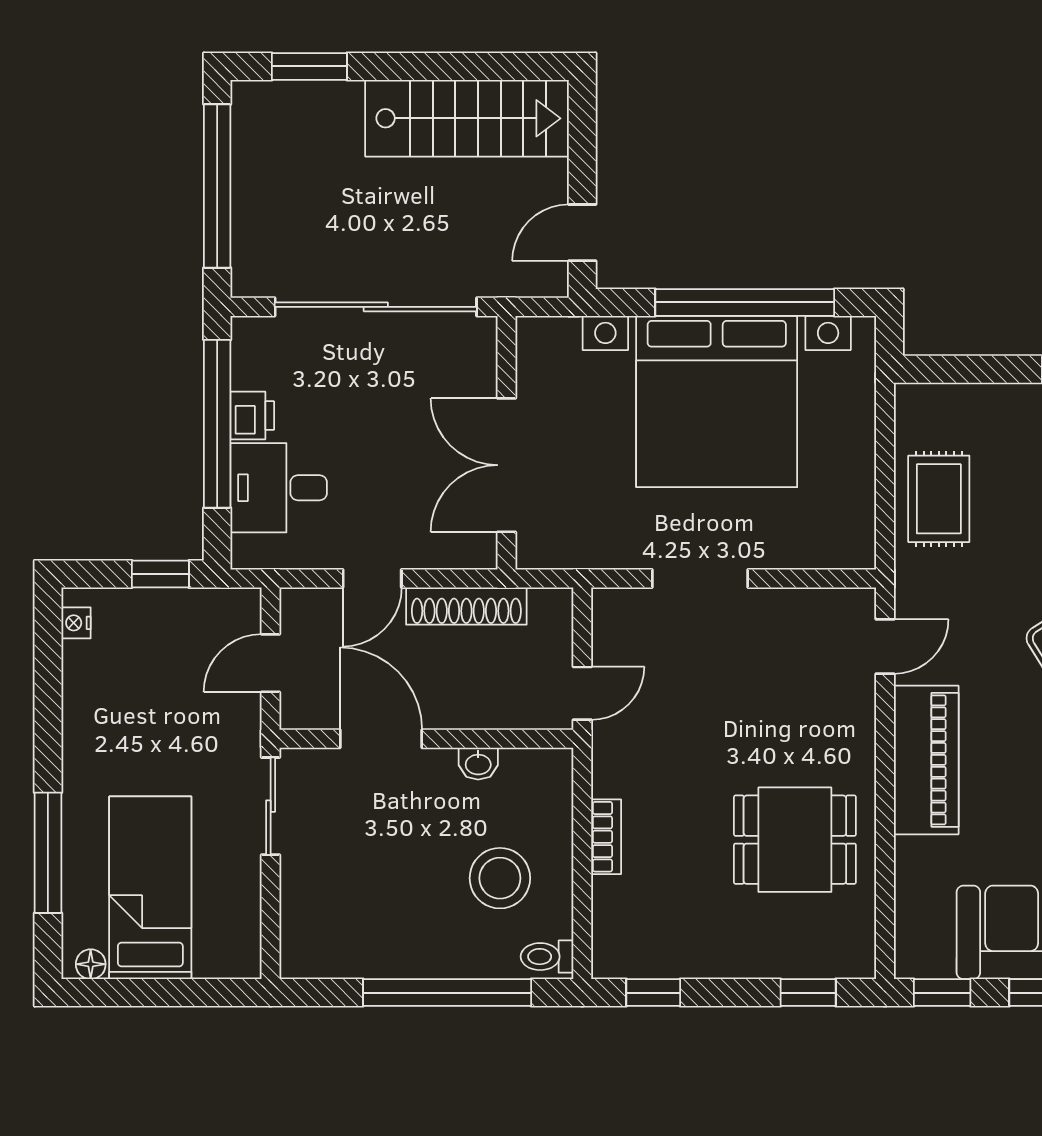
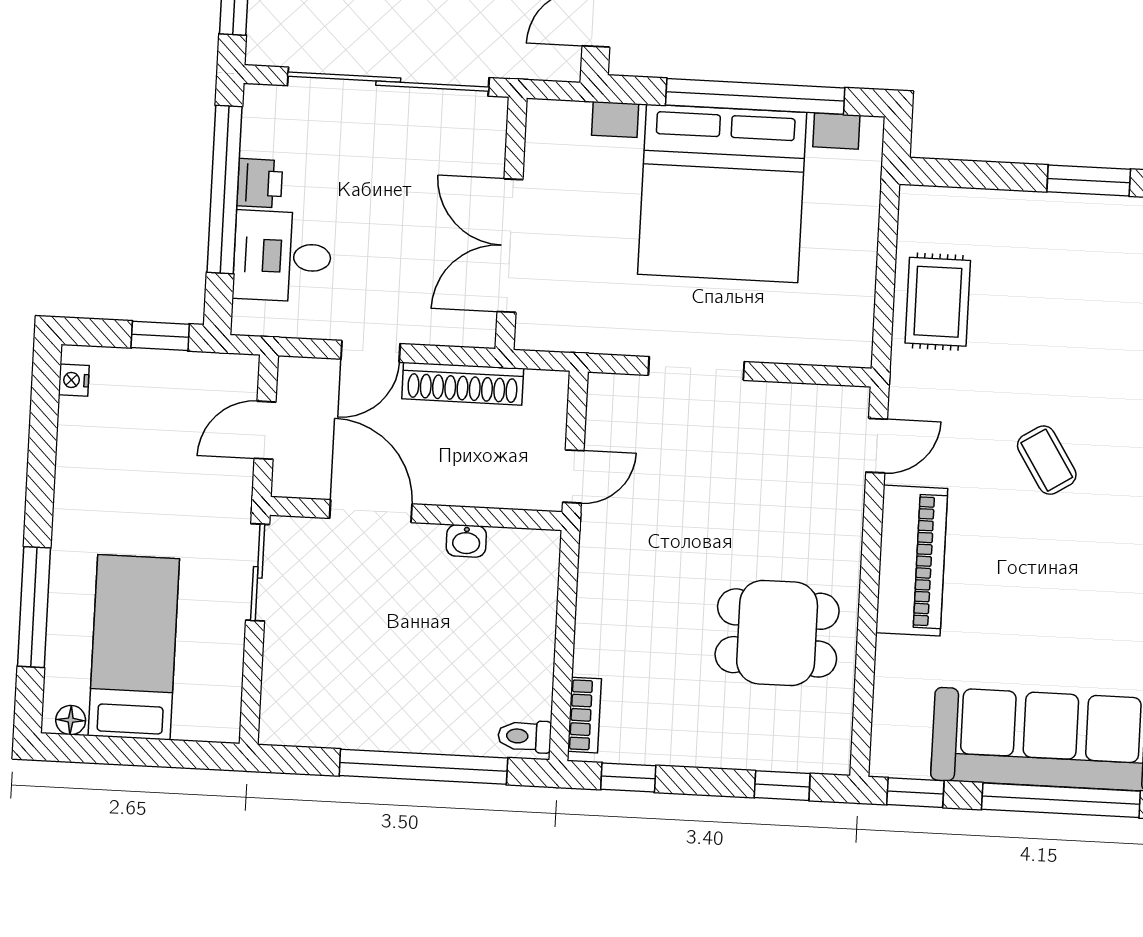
bookcase: (606, 837) -> (585, 715), moved
stool: (500, 878) -> (482, 656), removed

